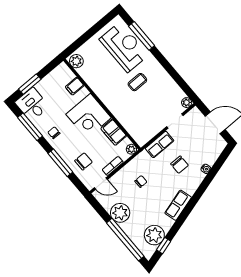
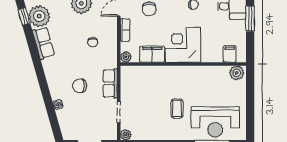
filing cabinet: (75, 86) -> (230, 54), moved
row of seats: (178, 205) -> (43, 43), moved

